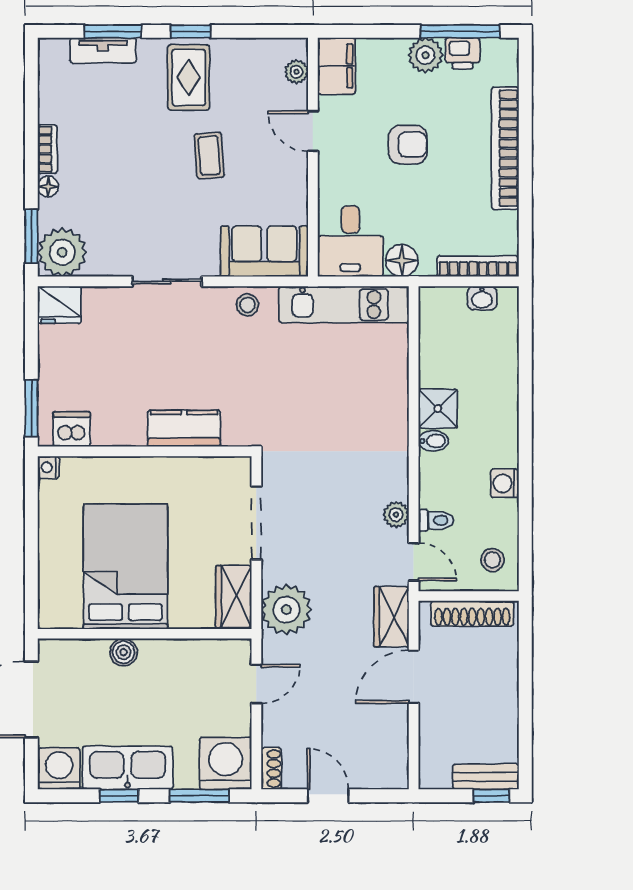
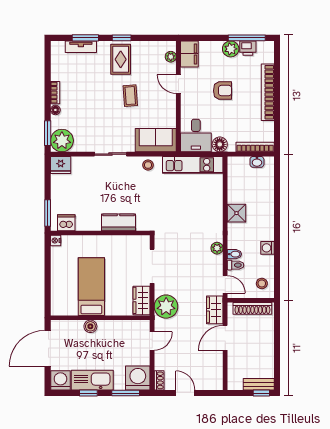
bidet: (433, 441) -> (234, 254), moved
plant: (396, 515) -> (217, 248), moved
bed: (125, 567) -> (91, 287), width x0.67

